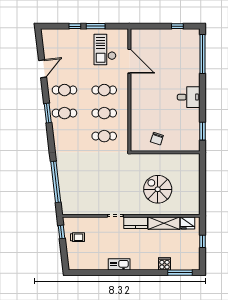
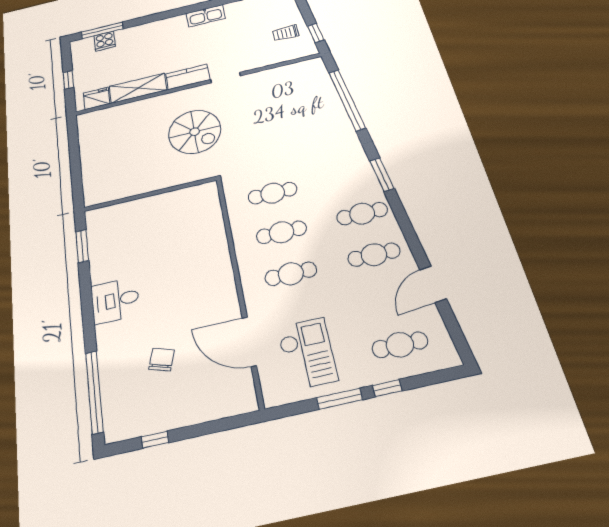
cafe table: (64, 44) -> (400, 345), added
window: (48, 113) -> (382, 175), moved
chair: (157, 139) -> (162, 360), moved
spiral stairs: (158, 189) -> (195, 132), moved
cooker: (164, 264) -> (105, 41), moved

